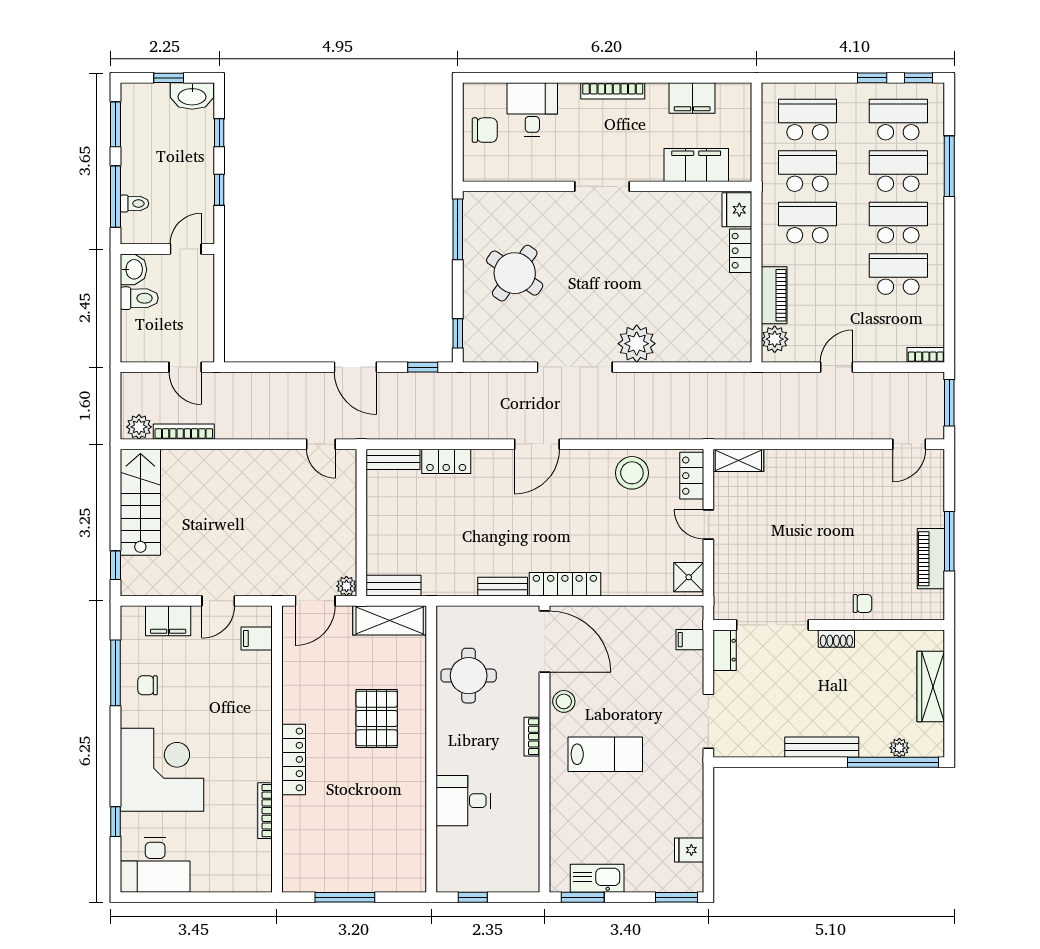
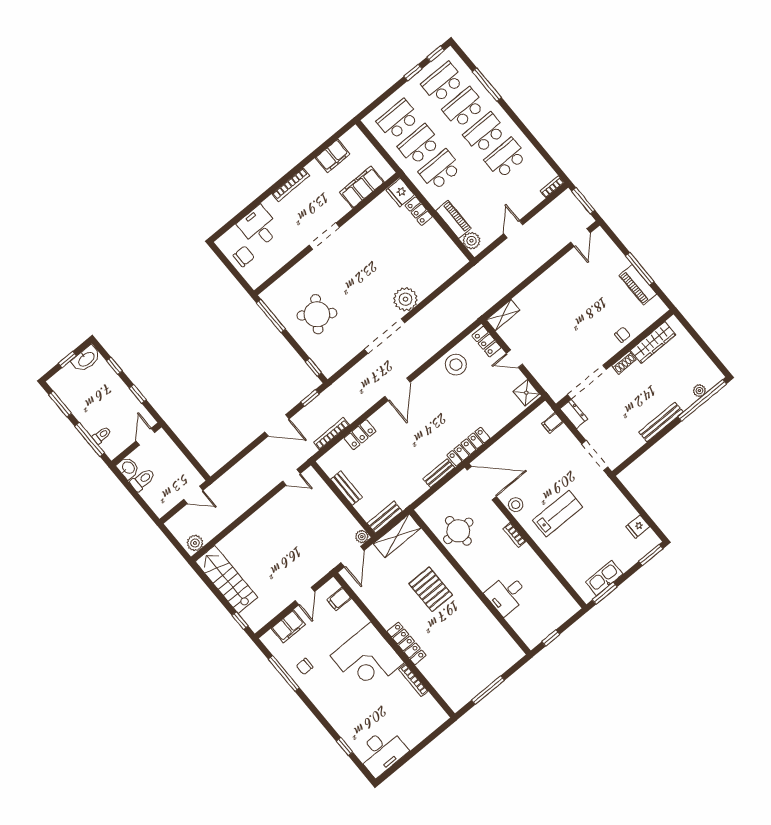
bookcase: (184, 432) -> (332, 434), moved
bench: (393, 459) -> (346, 488), moved, turned 90
wardrobe: (931, 686) -> (653, 342), moved, turned -90
corner desk: (162, 770) -> (367, 659), moved, turned 180

